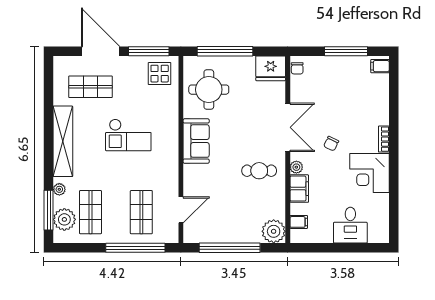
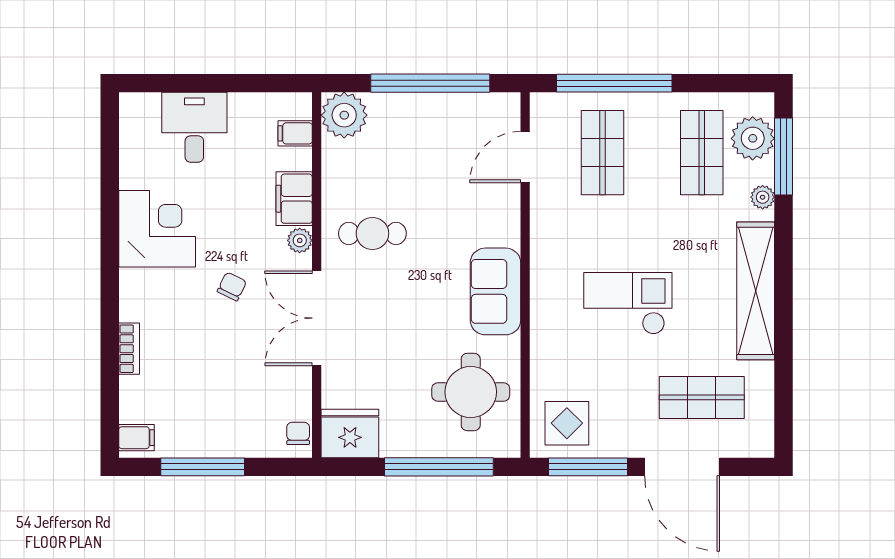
bookcase: (384, 139) -> (129, 349), moved

